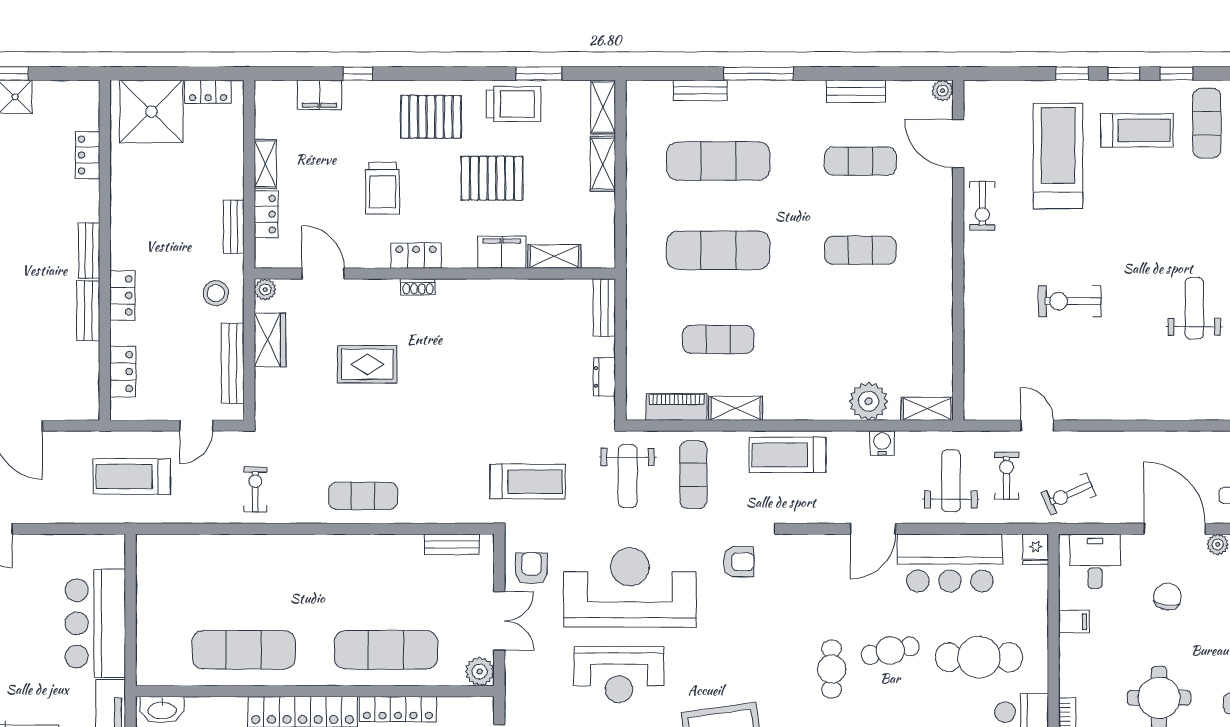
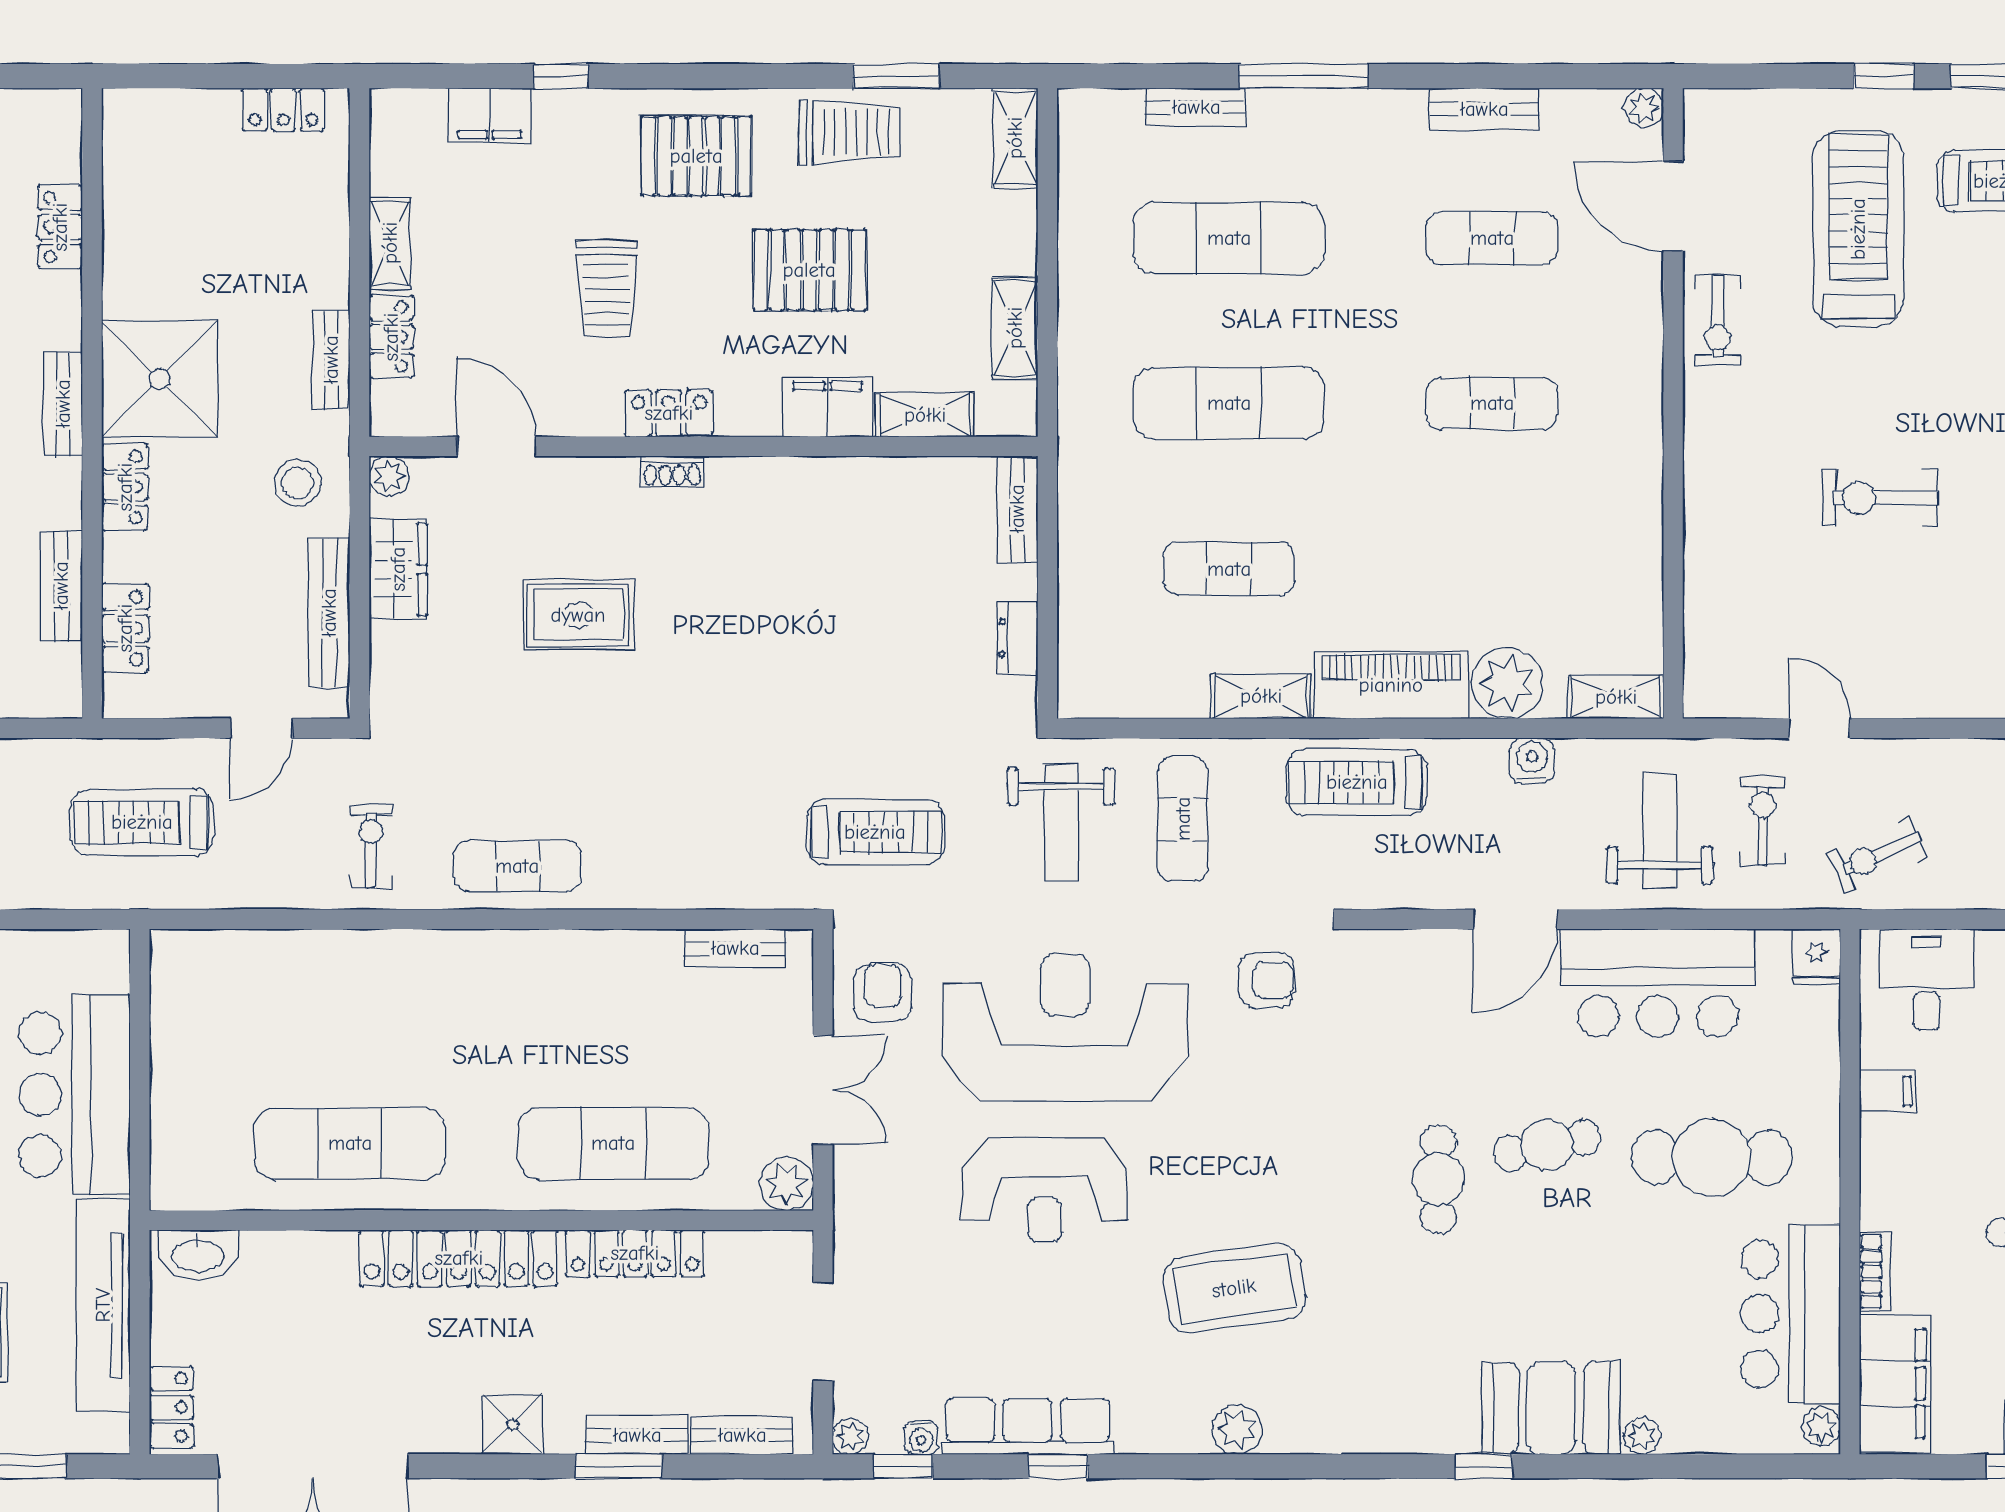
shower: (151, 111) -> (160, 379), moved
shelving: (603, 164) -> (1015, 328), moved
bench: (88, 311) -> (61, 586), moved
piano: (676, 407) -> (1391, 685), moved, width x1.37, depth x1.33
exercise mat: (363, 496) -> (517, 866), moved

